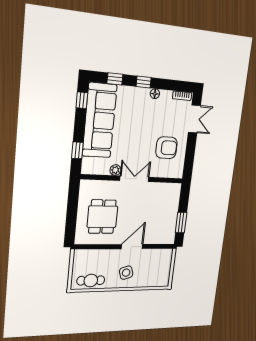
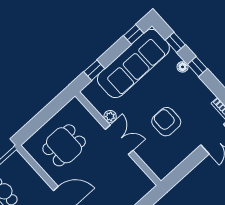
floor lamp: (155, 94) -> (183, 67), moved
armchair: (166, 148) -> (166, 122), moved, turned 180

